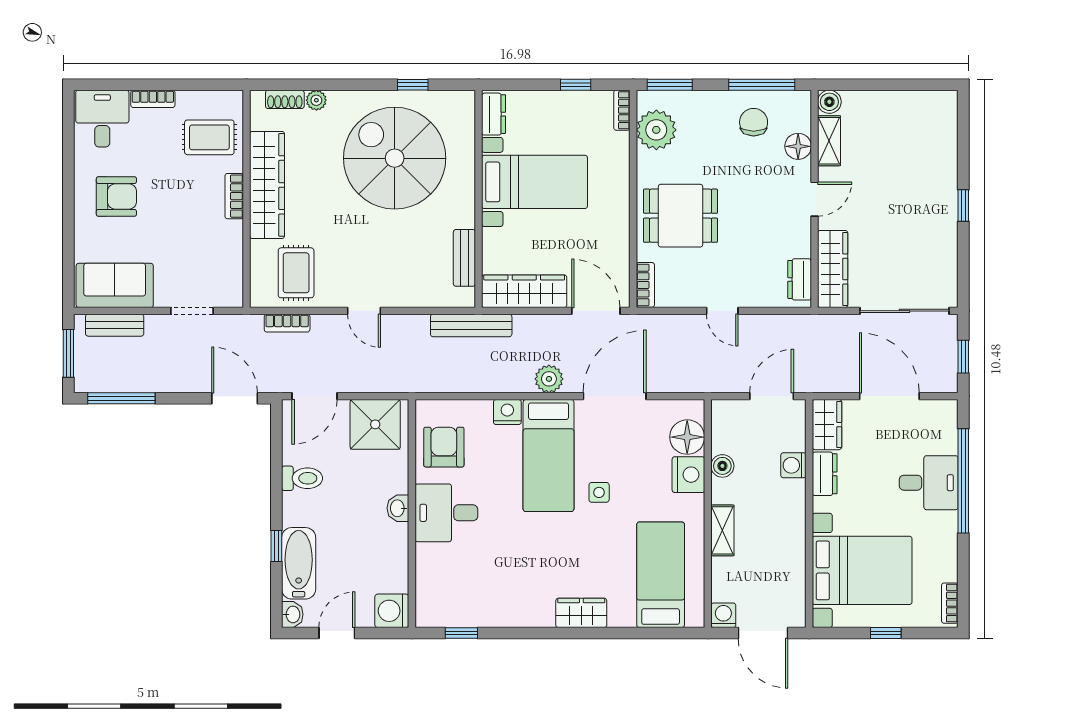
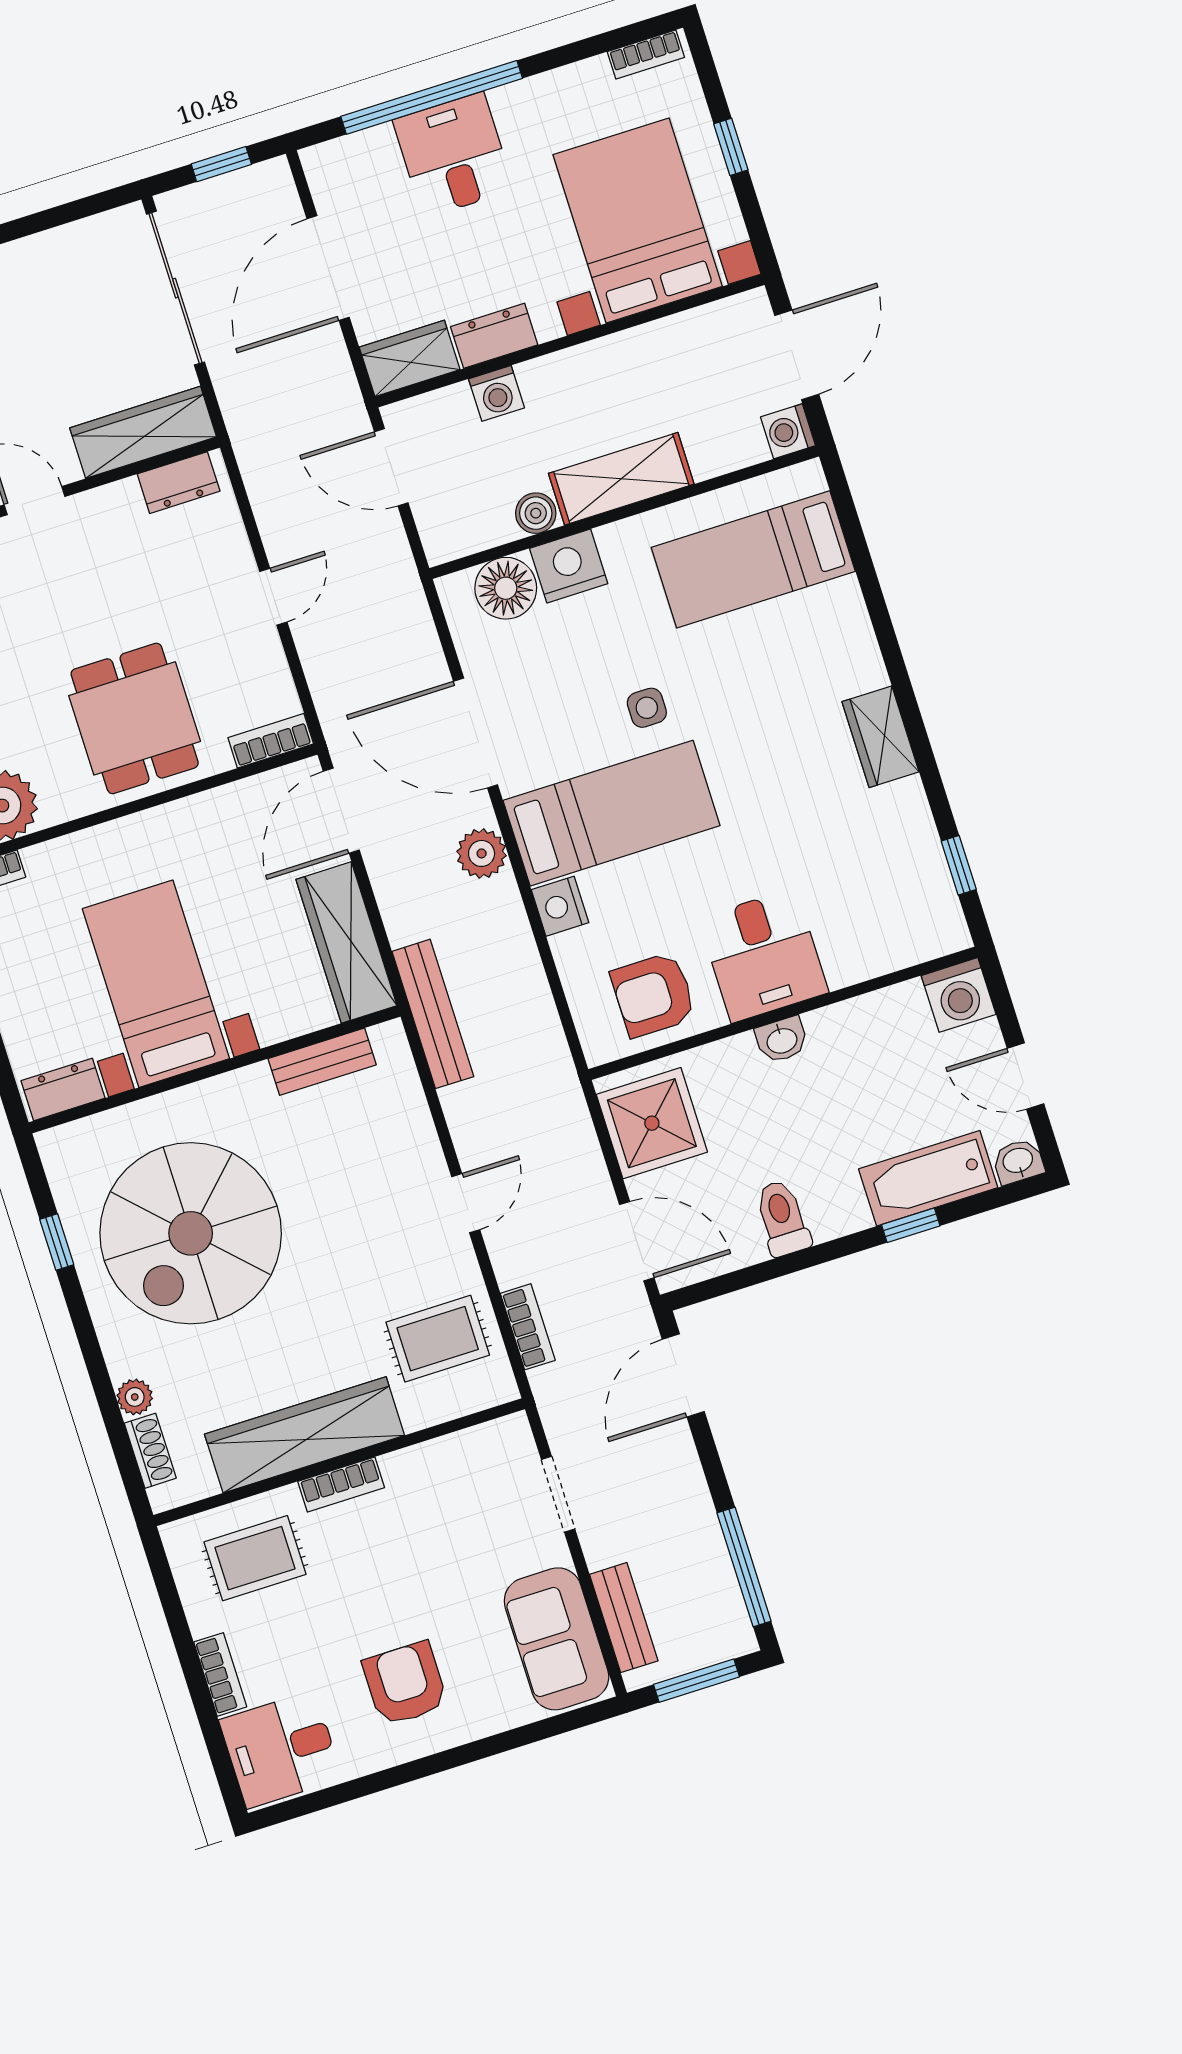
rug: (209, 137) -> (255, 1558), turned 90
shelving: (722, 530) -> (621, 479), width x1.50, depth x1.33
wardrobe: (581, 613) -> (881, 737), moved

